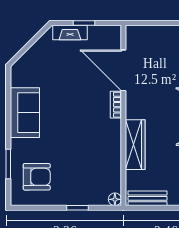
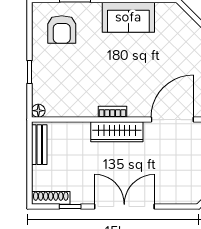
bookcase: (116, 105) -> (112, 112), moved
wardrobe: (135, 145) -> (117, 132), moved

